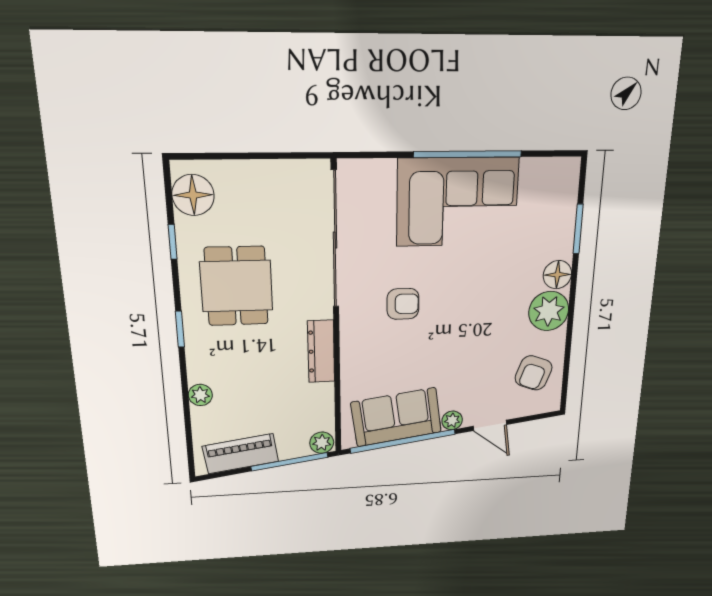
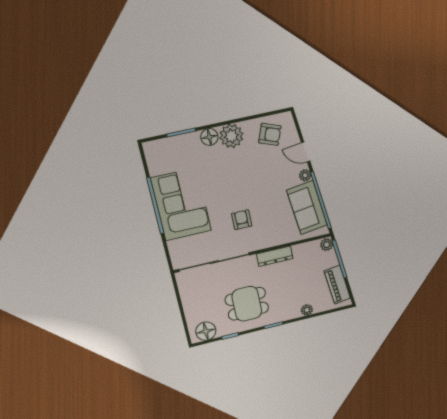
door: (490, 425) -> (306, 152), swing flipped

